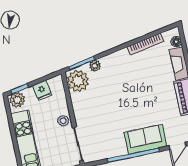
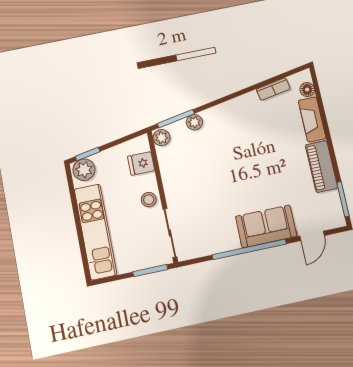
bookcase: (146, 44) -> (273, 89), width x0.64
plant: (78, 81) -> (162, 138), width x0.53, depth x0.53
fridge: (42, 90) -> (141, 163), moved, turned 100

